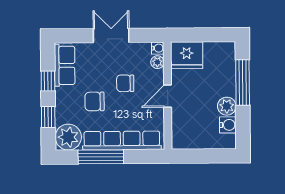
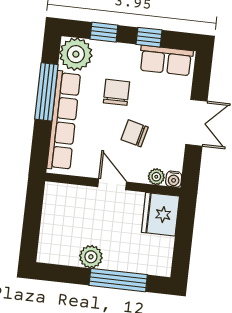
chair: (125, 83) -> (135, 133), turned -76
water cooler: (228, 125) -> (67, 255), removed

